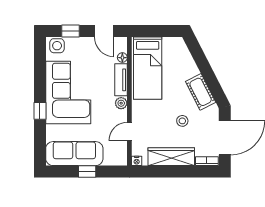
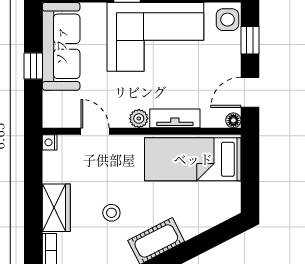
floor lamp: (122, 58) -> (233, 120), moved
wardrobe: (171, 157) -> (56, 208), width x0.67

